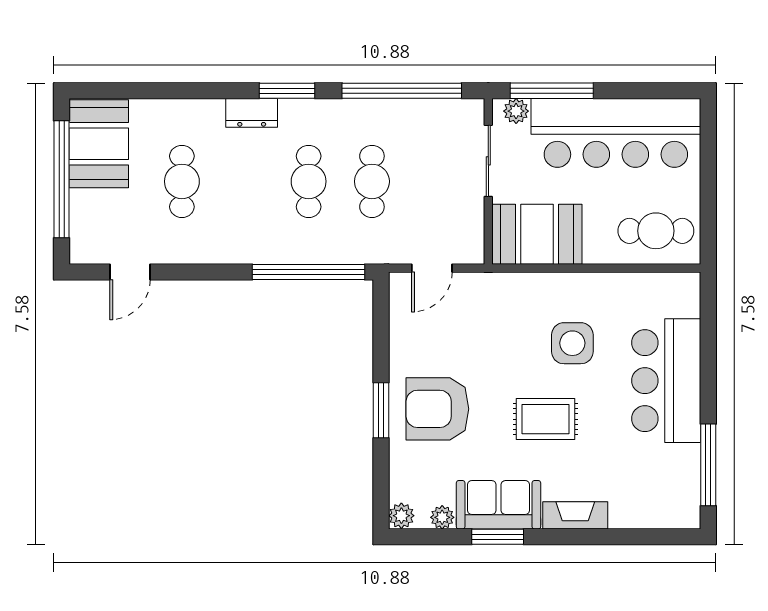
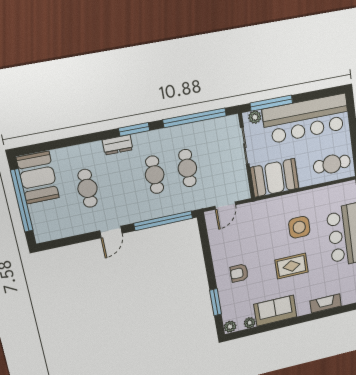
door: (130, 272) -> (111, 232), moved
armchair: (437, 409) -> (239, 273), width x0.53, depth x0.53
window: (381, 410) -> (216, 302), moved
fireplace: (575, 515) -> (326, 303), moved
window: (498, 537) -> (277, 325), removed

